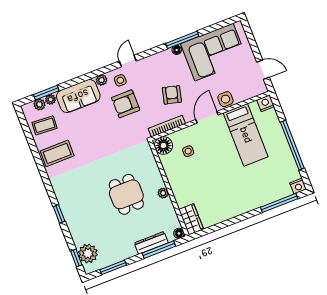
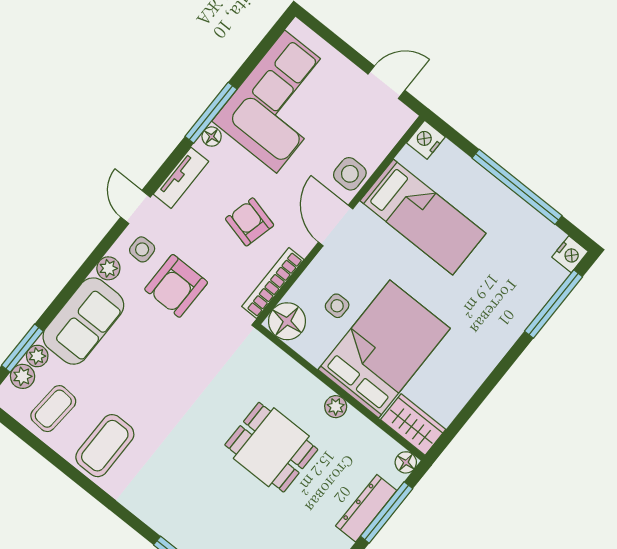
tv unit: (154, 60) -> (181, 178), added
bed: (197, 181) -> (384, 349), added

